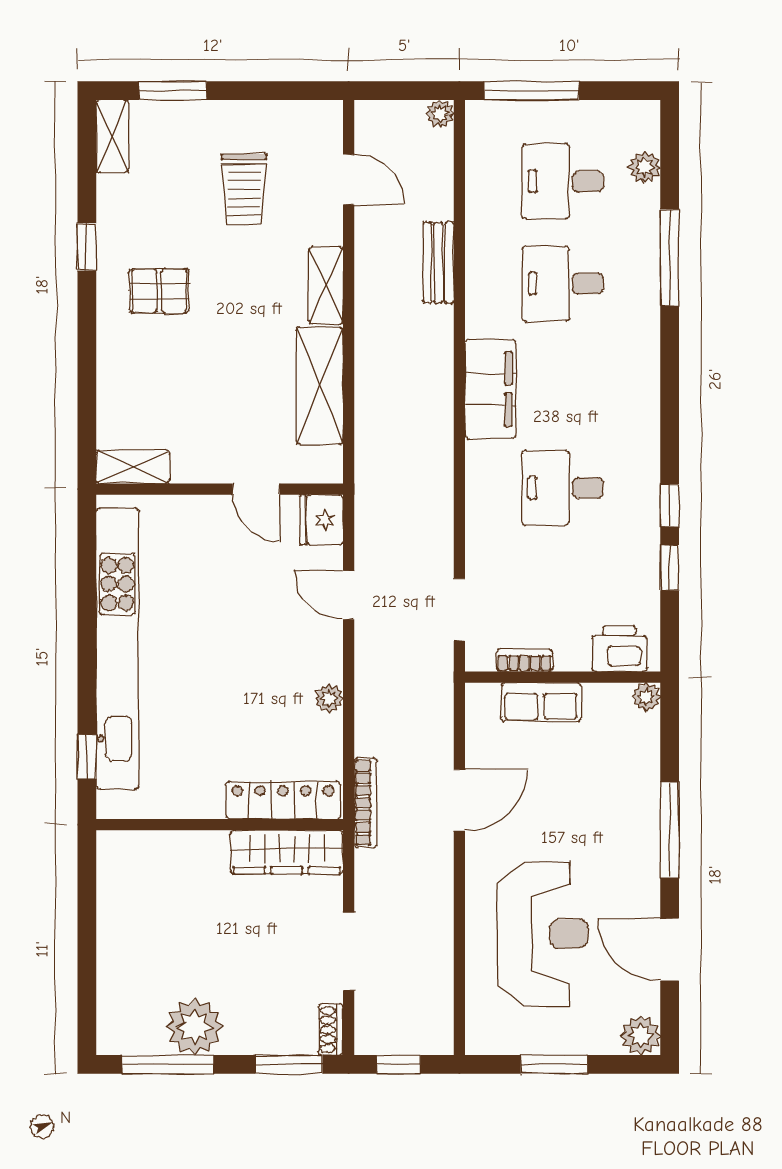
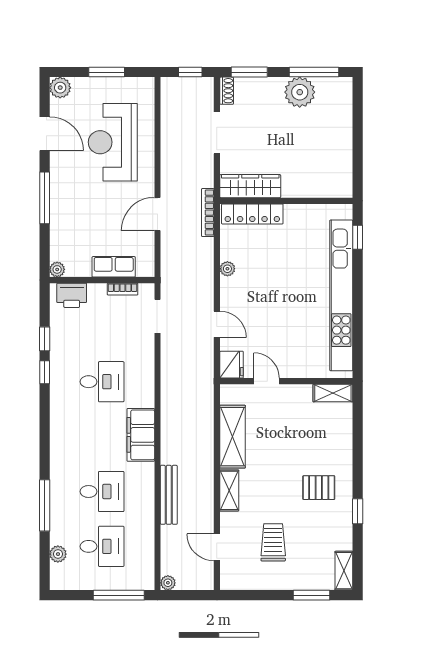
bench: (438, 263) -> (169, 495), width x1.36

